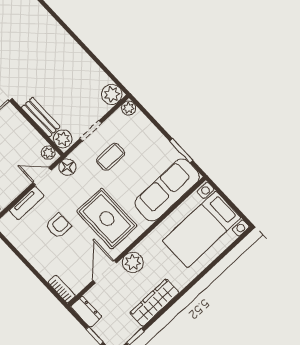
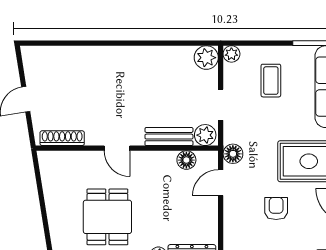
floor lamp: (36, 142) -> (186, 160), added
plant: (48, 153) -> (205, 159), removed
coffee table: (111, 157) -> (271, 81), moved
tv unit: (27, 203) -> (231, 217), removed

